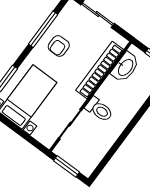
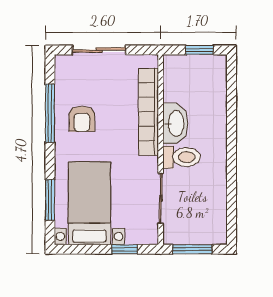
washbasin: (125, 67) -> (175, 124), moved
window: (28, 138) -> (125, 249), added

